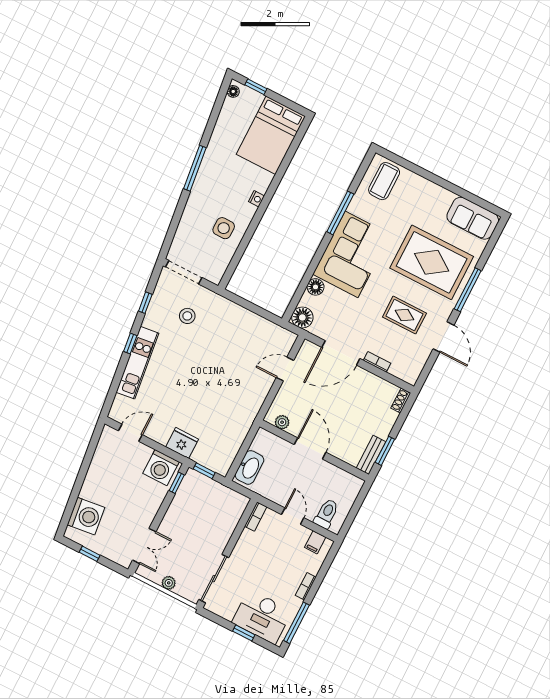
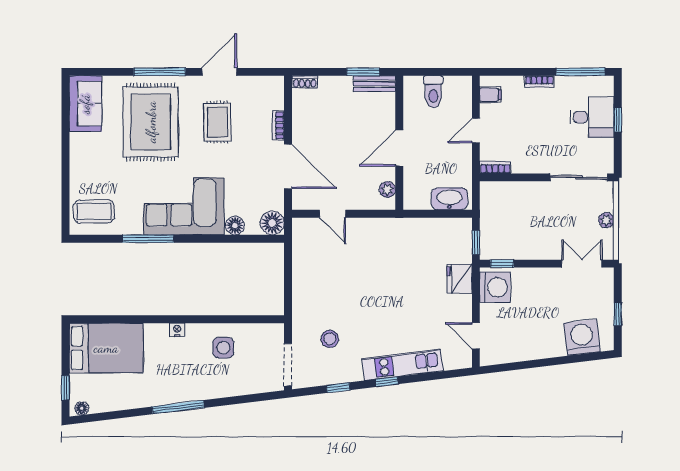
toilet: (326, 514) -> (433, 92), moved, turned -90
desk: (262, 617) -> (592, 117), width x0.73

